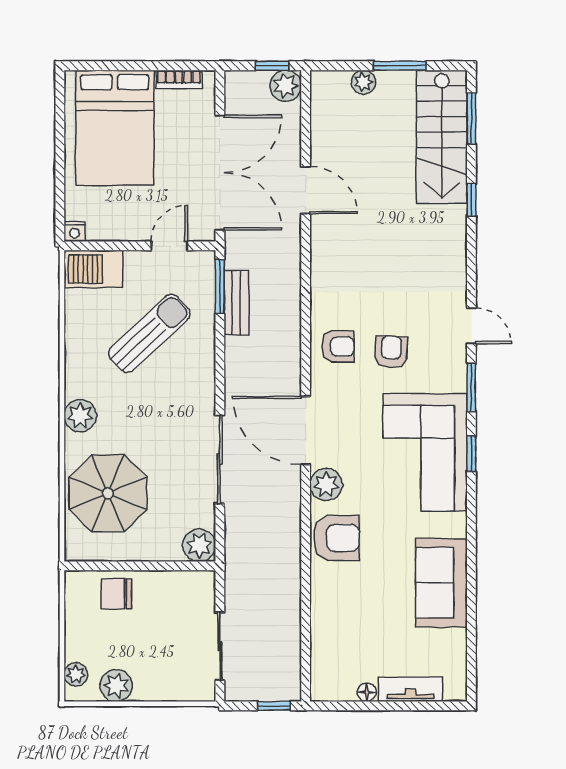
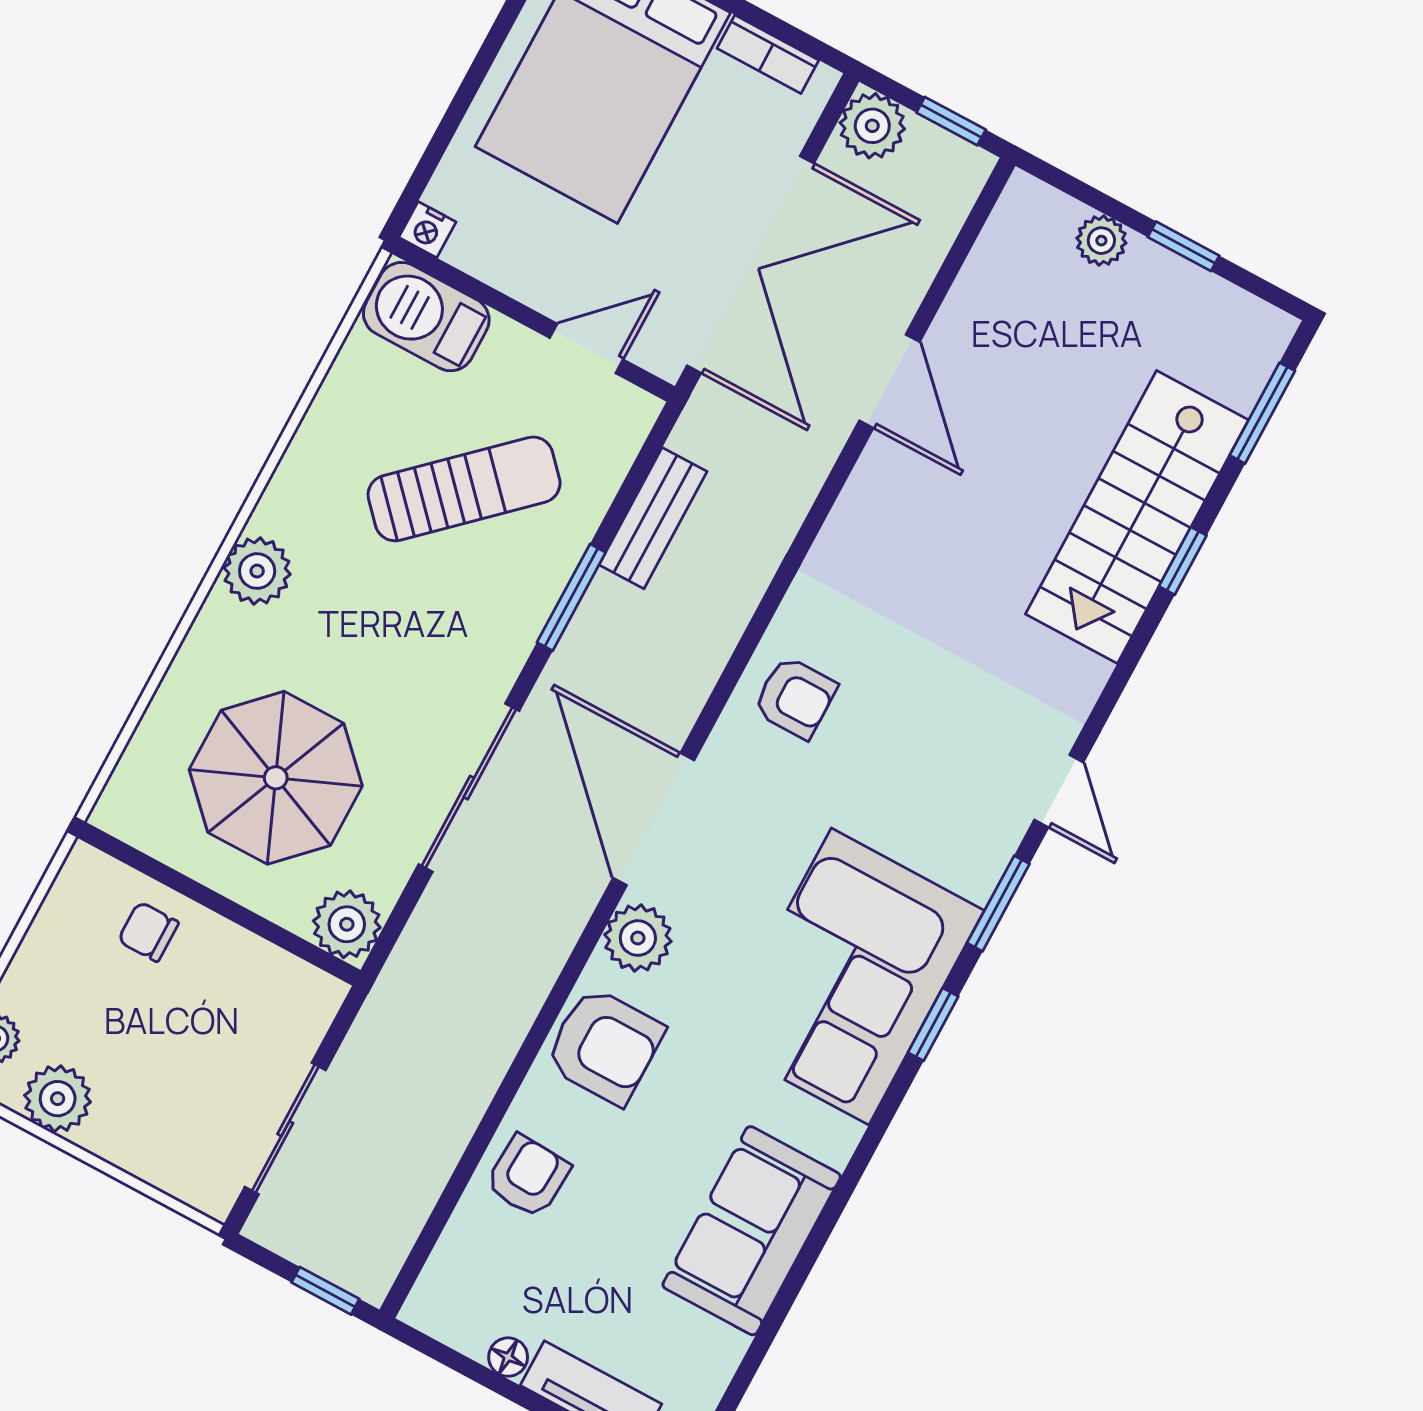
window: (400, 66) -> (1183, 246), width x0.67
plant: (286, 86) -> (872, 126), moved
stairs: (442, 137) -> (1137, 517), moved
window: (220, 287) -> (571, 597), moved
armchair: (391, 352) -> (528, 1176), moved
parasol: (108, 493) -> (276, 778), moved
chair: (117, 594) -> (148, 932), width x0.73, depth x0.73

